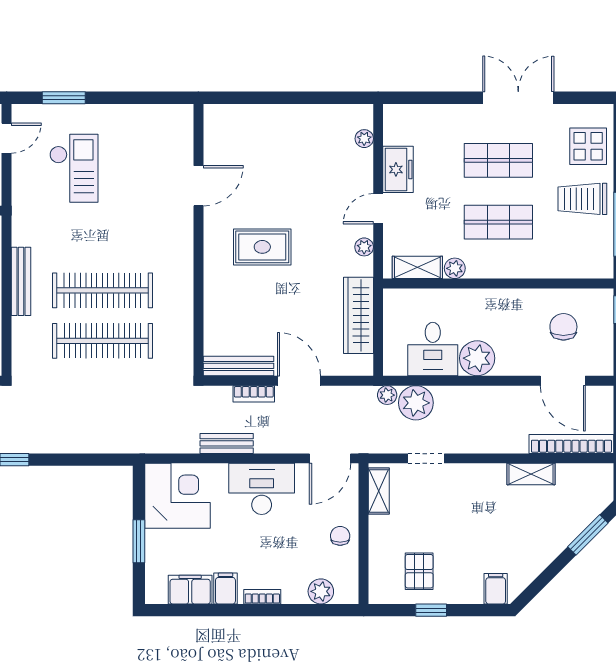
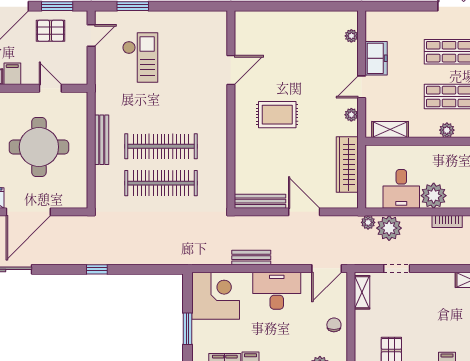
plant: (455, 268) -> (447, 130), moved
bookcase: (254, 394) -> (447, 222), moved

